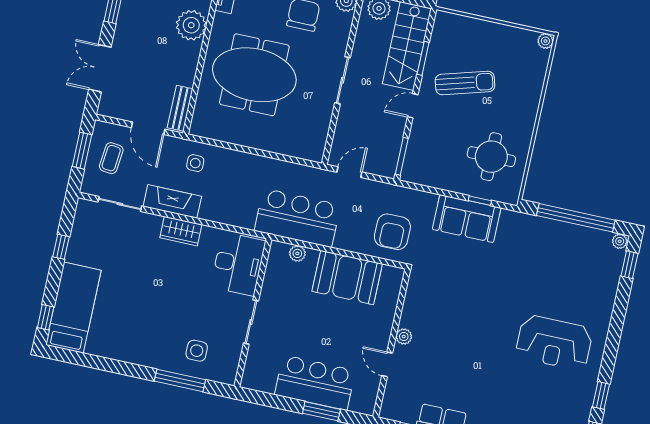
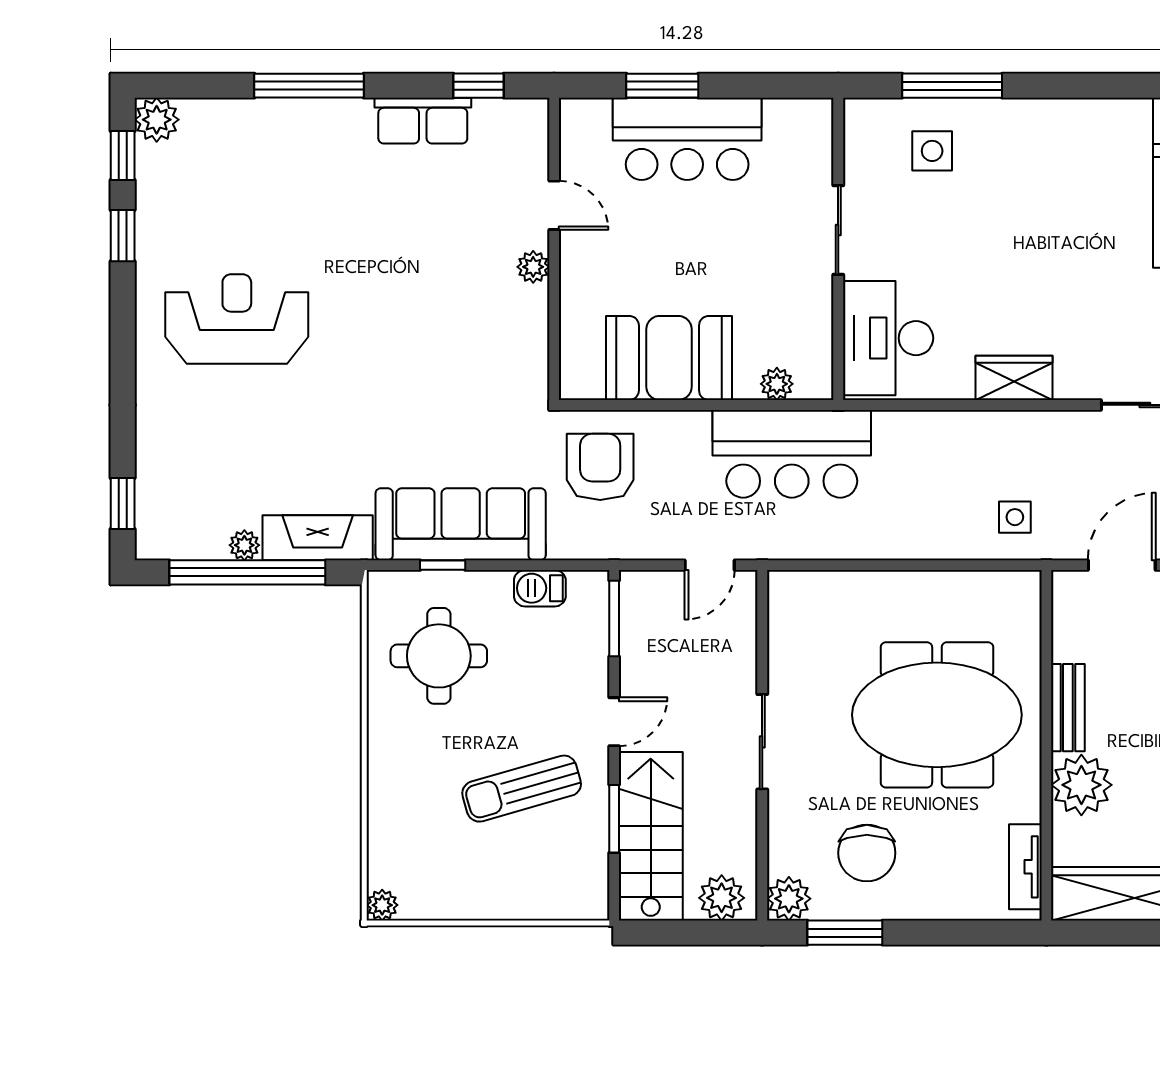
bench: (180, 108) -> (1068, 708), moved
door: (148, 128) -> (1122, 565), hinge flipped
barbecue: (435, 179) -> (540, 588), added
fireplace: (172, 201) -> (318, 538), moved, turned 180
sofa: (467, 219) -> (461, 524), width x1.36
plant: (620, 241) -> (244, 545), moved

